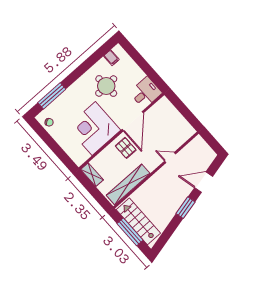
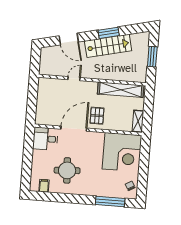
corner desk: (94, 128) -> (122, 152), moved
door: (170, 157) -> (74, 79), swing flipped
window: (185, 208) -> (109, 33), moved
stairs: (138, 221) -> (108, 46), moved, turned -103
window: (130, 232) -> (152, 57), width x0.69

